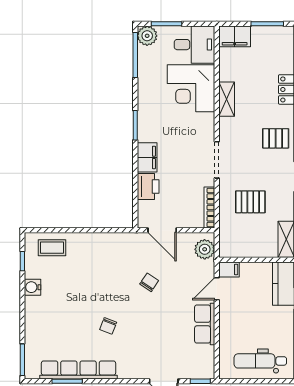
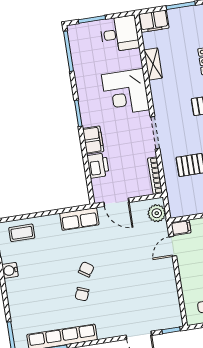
plant: (147, 36) -> (76, 33), removed
corner desk: (191, 88) -> (125, 92), moved
shelving: (227, 99) -> (153, 64), moved
chair: (149, 282) -> (86, 269), moved
row of seats: (205, 324) -> (79, 219), moved, turned -90

